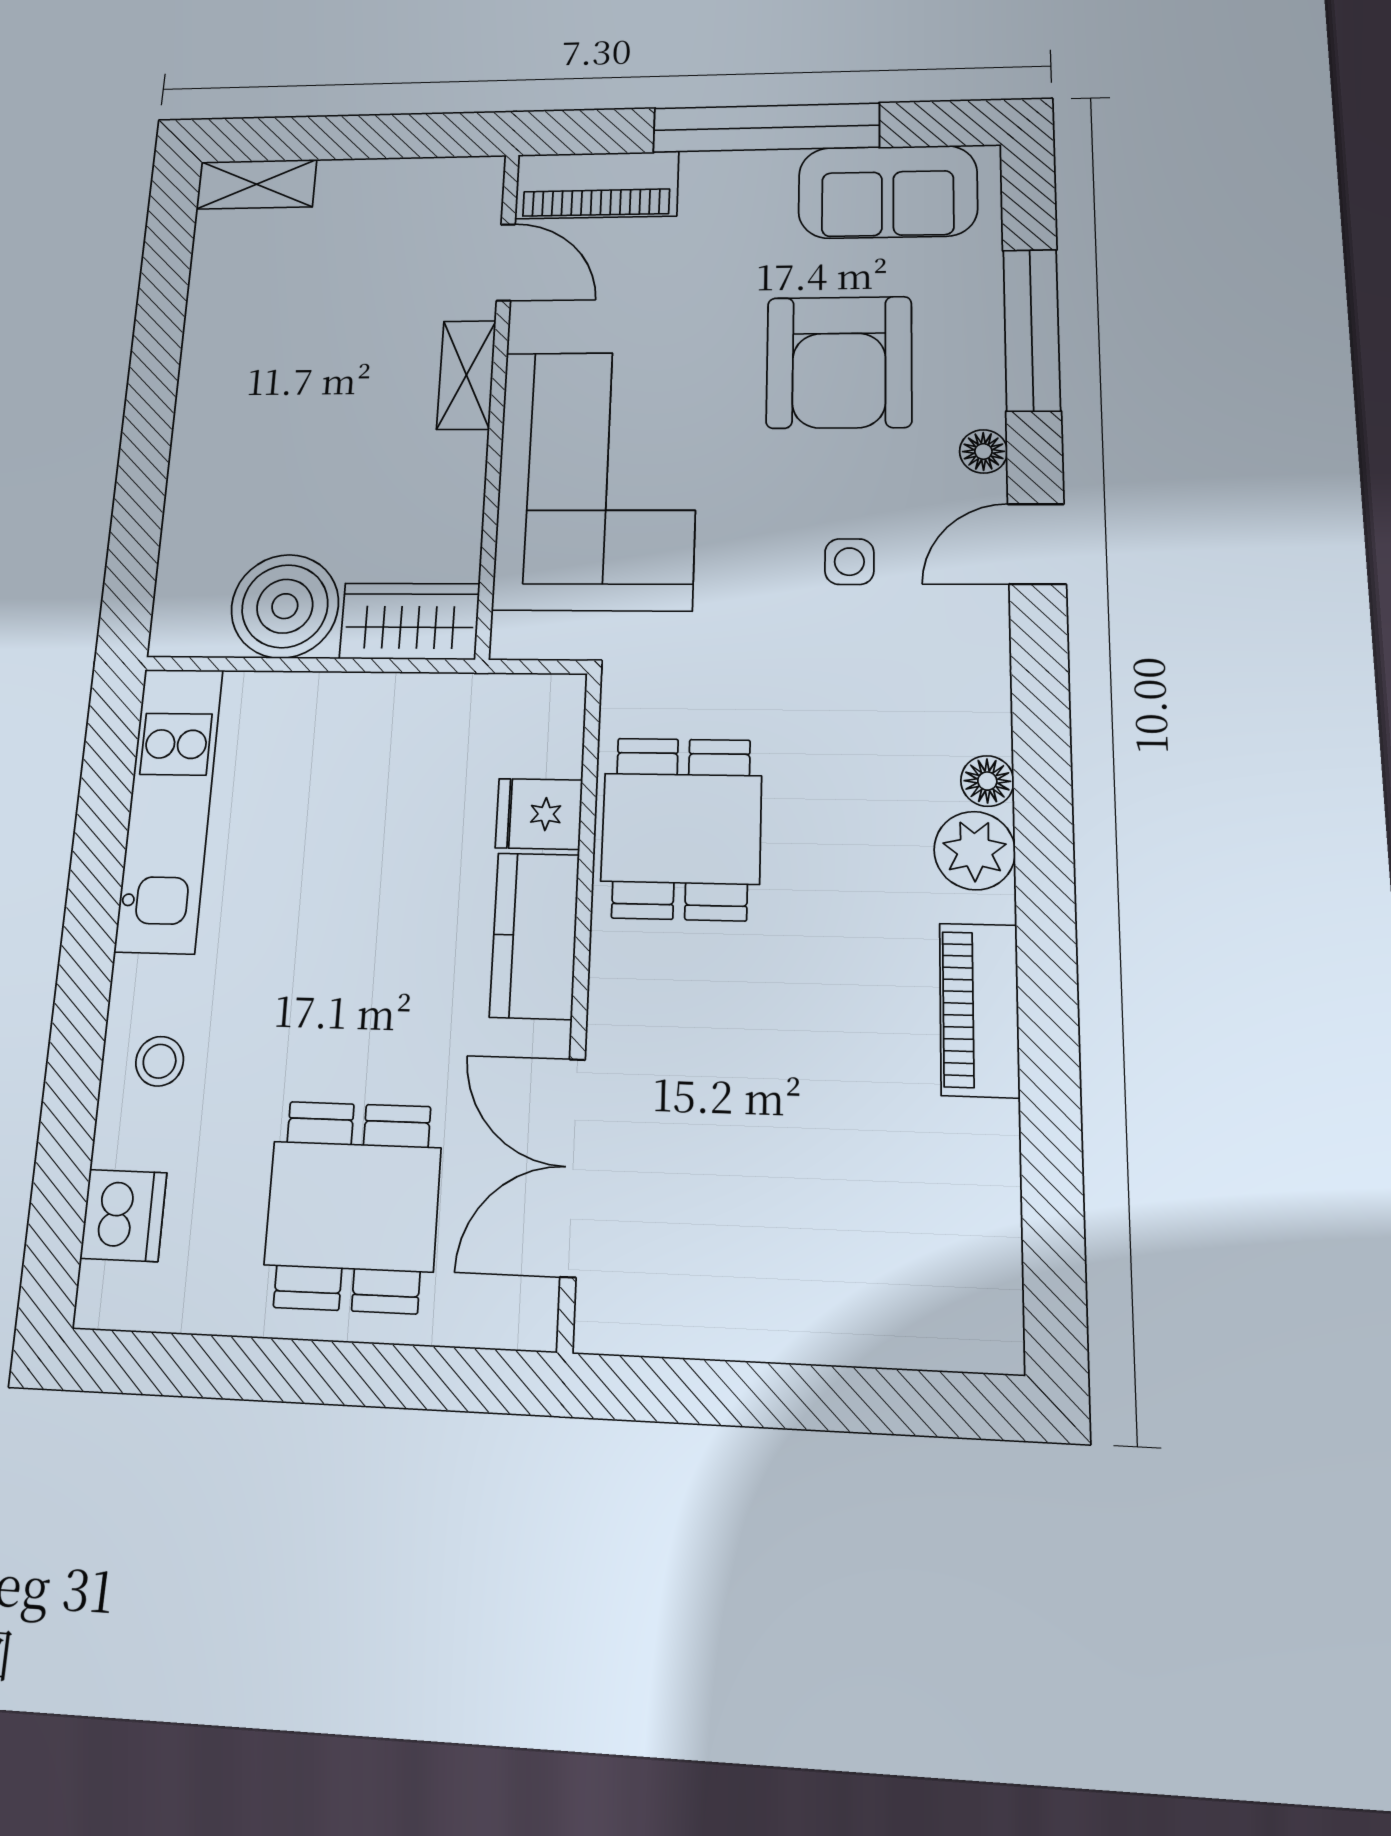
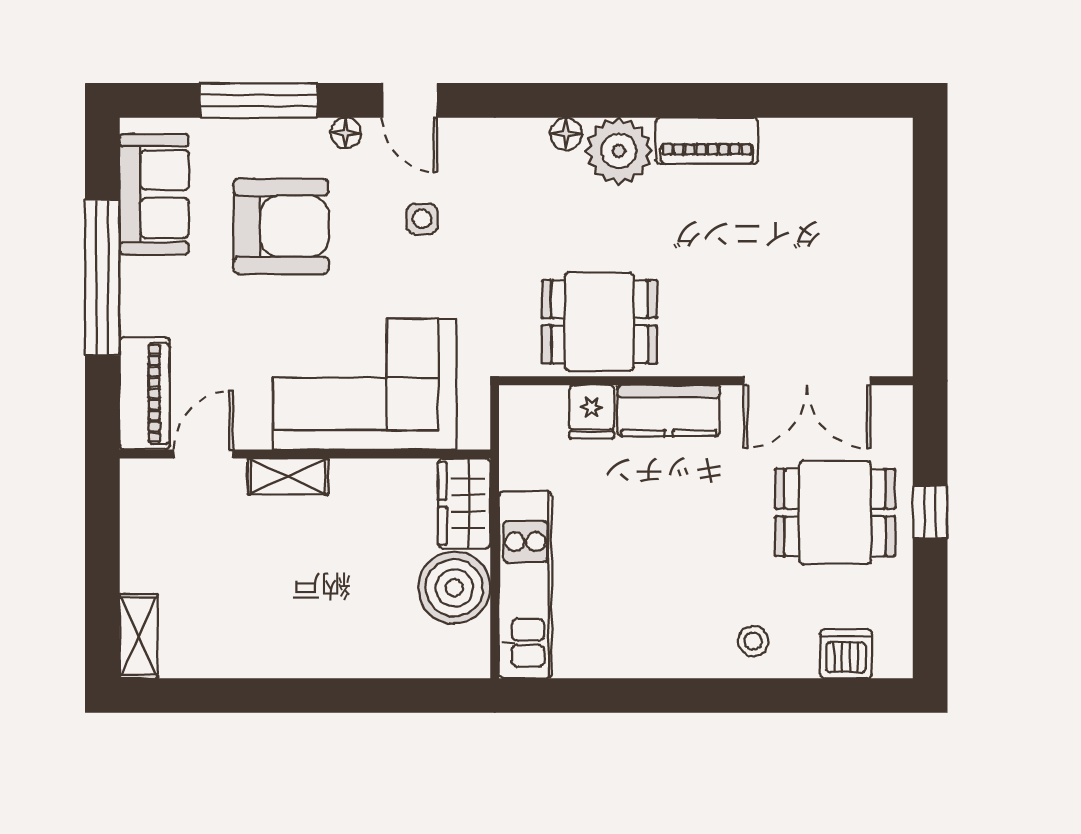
kitchen unit: (169, 809) -> (525, 585), moved, turned 90
plant: (975, 851) -> (619, 151), width x1.36, depth x1.36
window: (341, 1373) -> (930, 512), added

